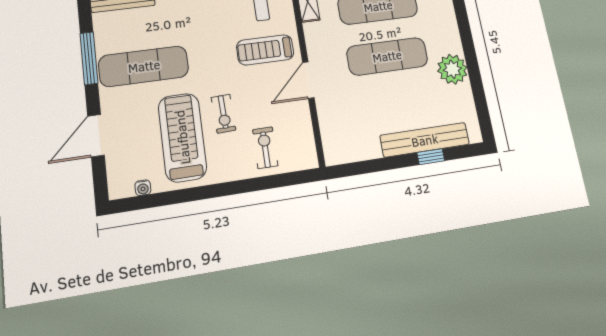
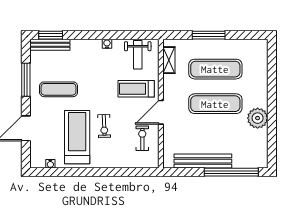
exercise mat: (144, 66) -> (59, 89), width x0.73, depth x0.69
bench: (425, 140) -> (203, 161), moved
exercise bike: (265, 148) -> (142, 138), moved
window: (431, 157) -> (231, 172), width x3.17

